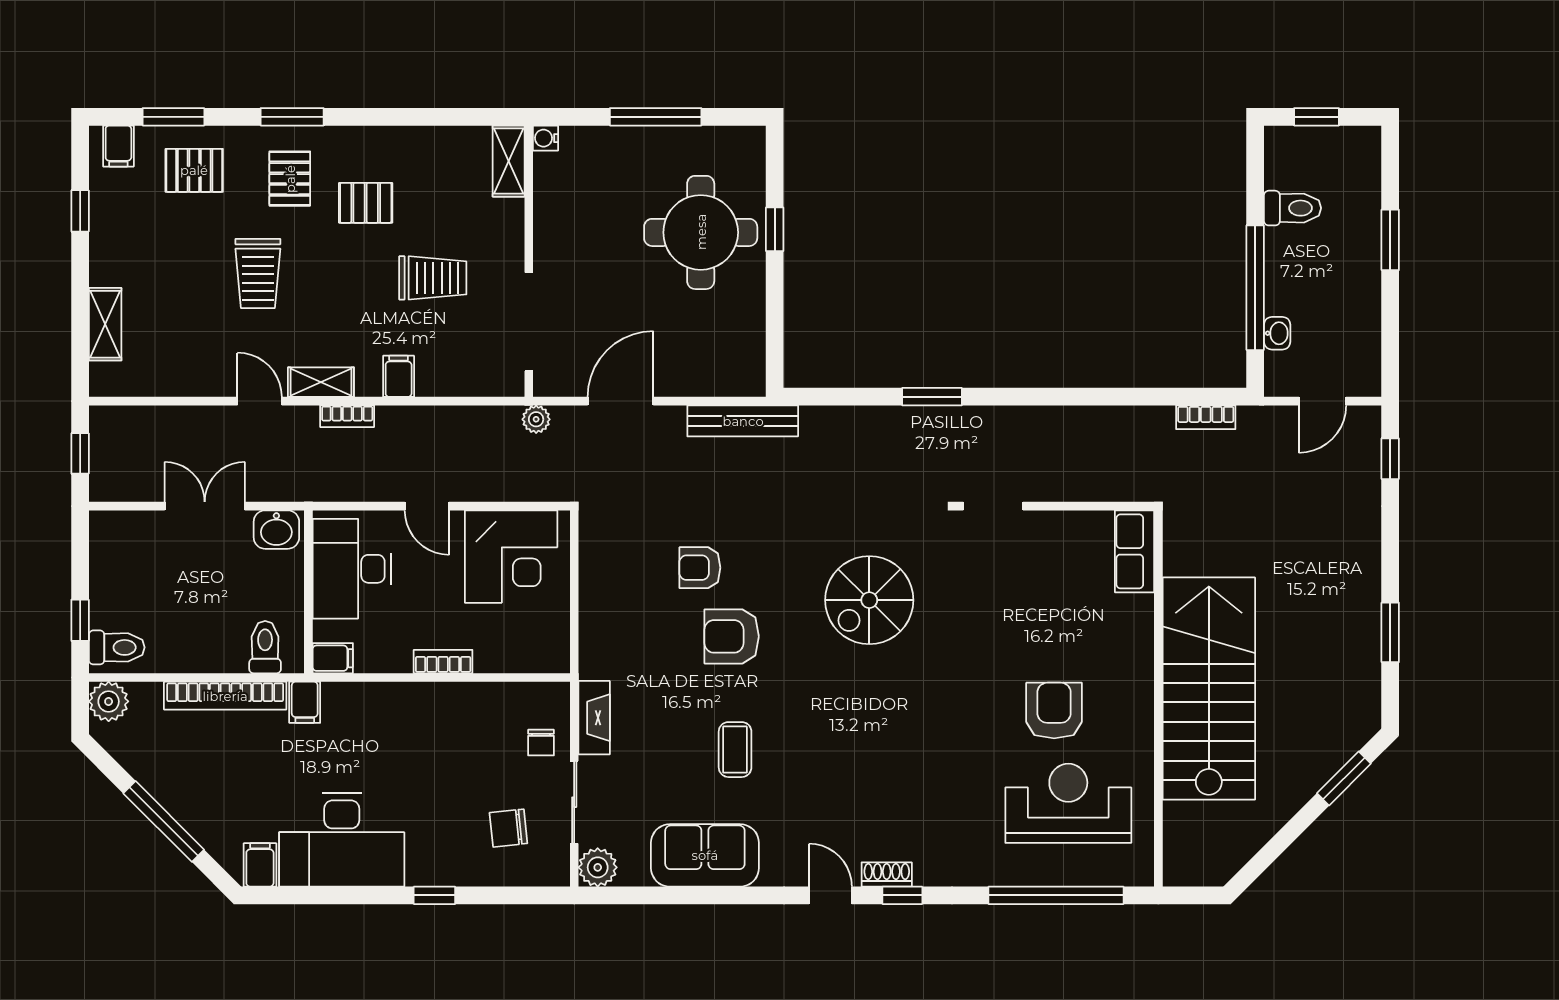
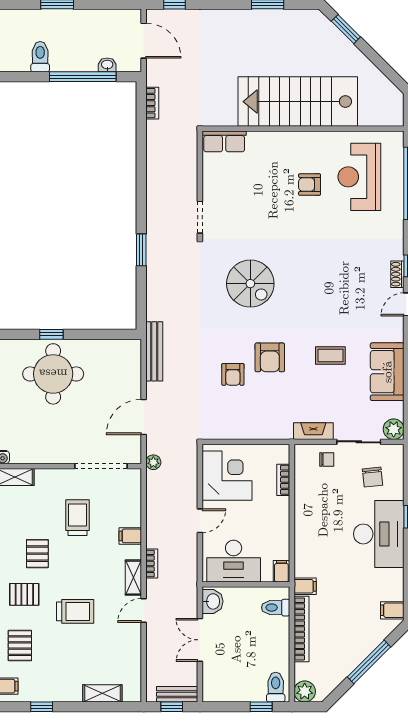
door: (620, 401) -> (144, 417), hinge flipped
door: (1323, 401) -> (144, 41), width x1.38
bench: (103, 464) -> (177, 694), added
bookcase: (443, 662) -> (283, 480), moved
armchair: (1054, 711) -> (310, 185), width x0.72, depth x0.72
desk: (342, 840) -> (379, 534), moved

